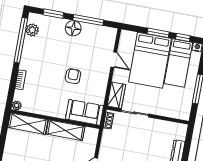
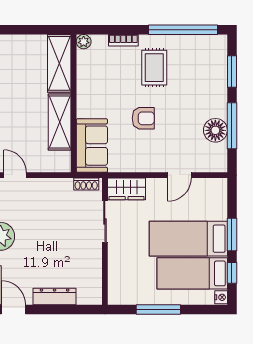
floor lamp: (73, 28) -> (215, 130), moved
plant: (32, 30) -> (201, 44), removed
bed: (150, 60) -> (188, 239), width x0.67
rug: (42, 63) -> (154, 68), added

